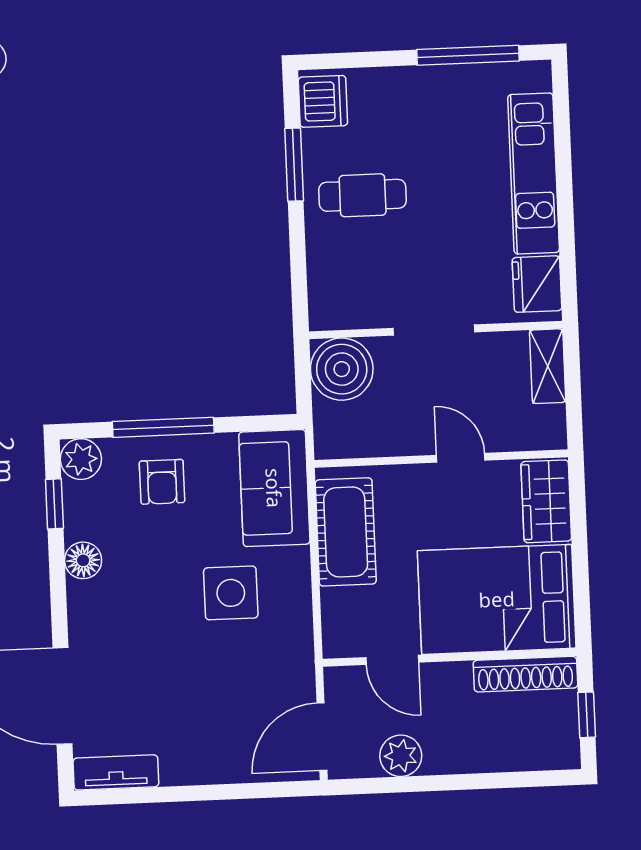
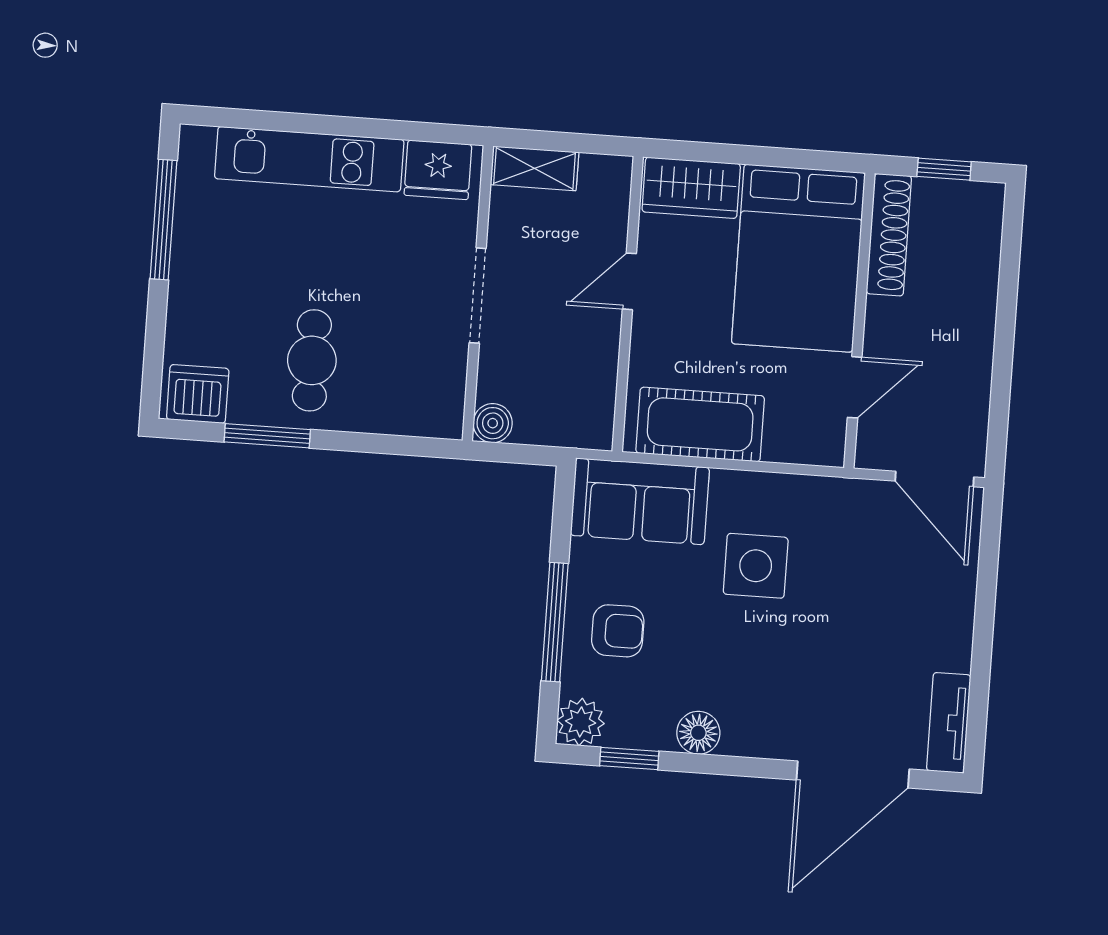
boiler: (342, 369) -> (493, 423), width x0.54, depth x0.54
plant: (401, 756) -> (967, 390), removed

